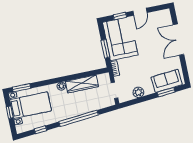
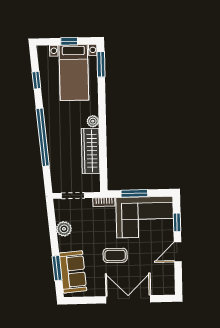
door: (140, 12) -> (178, 252), hinge flipped
coffee table: (150, 54) -> (115, 255), added

